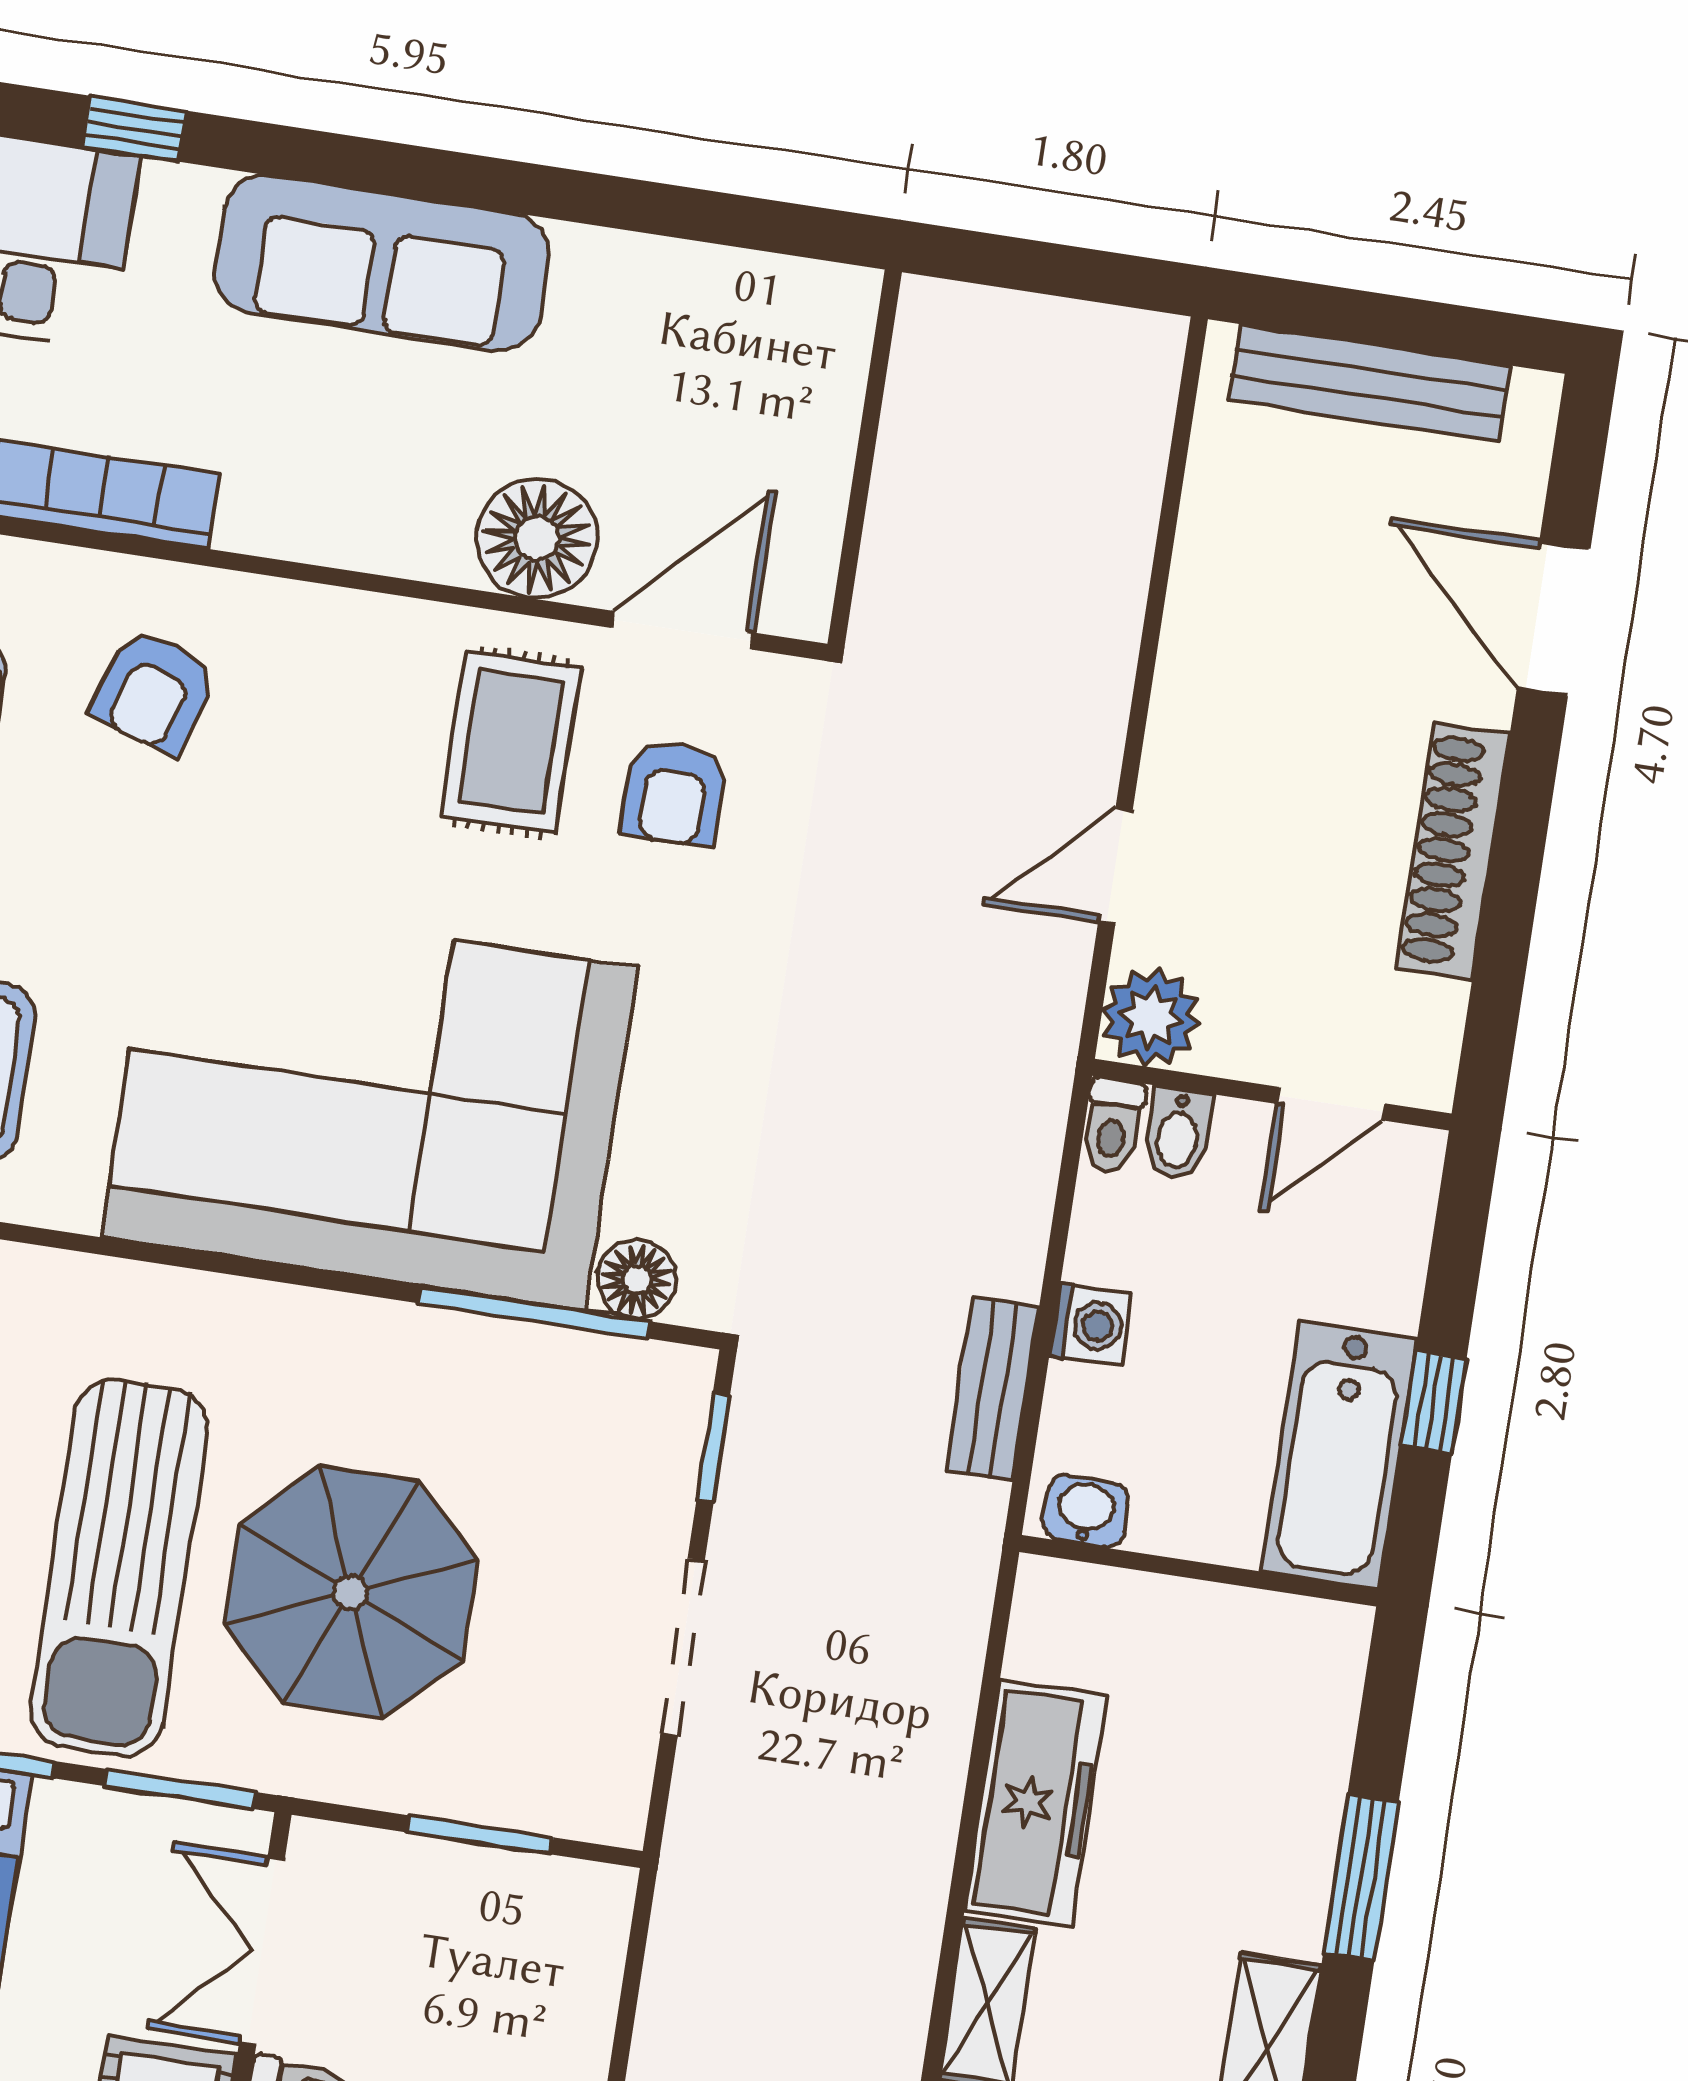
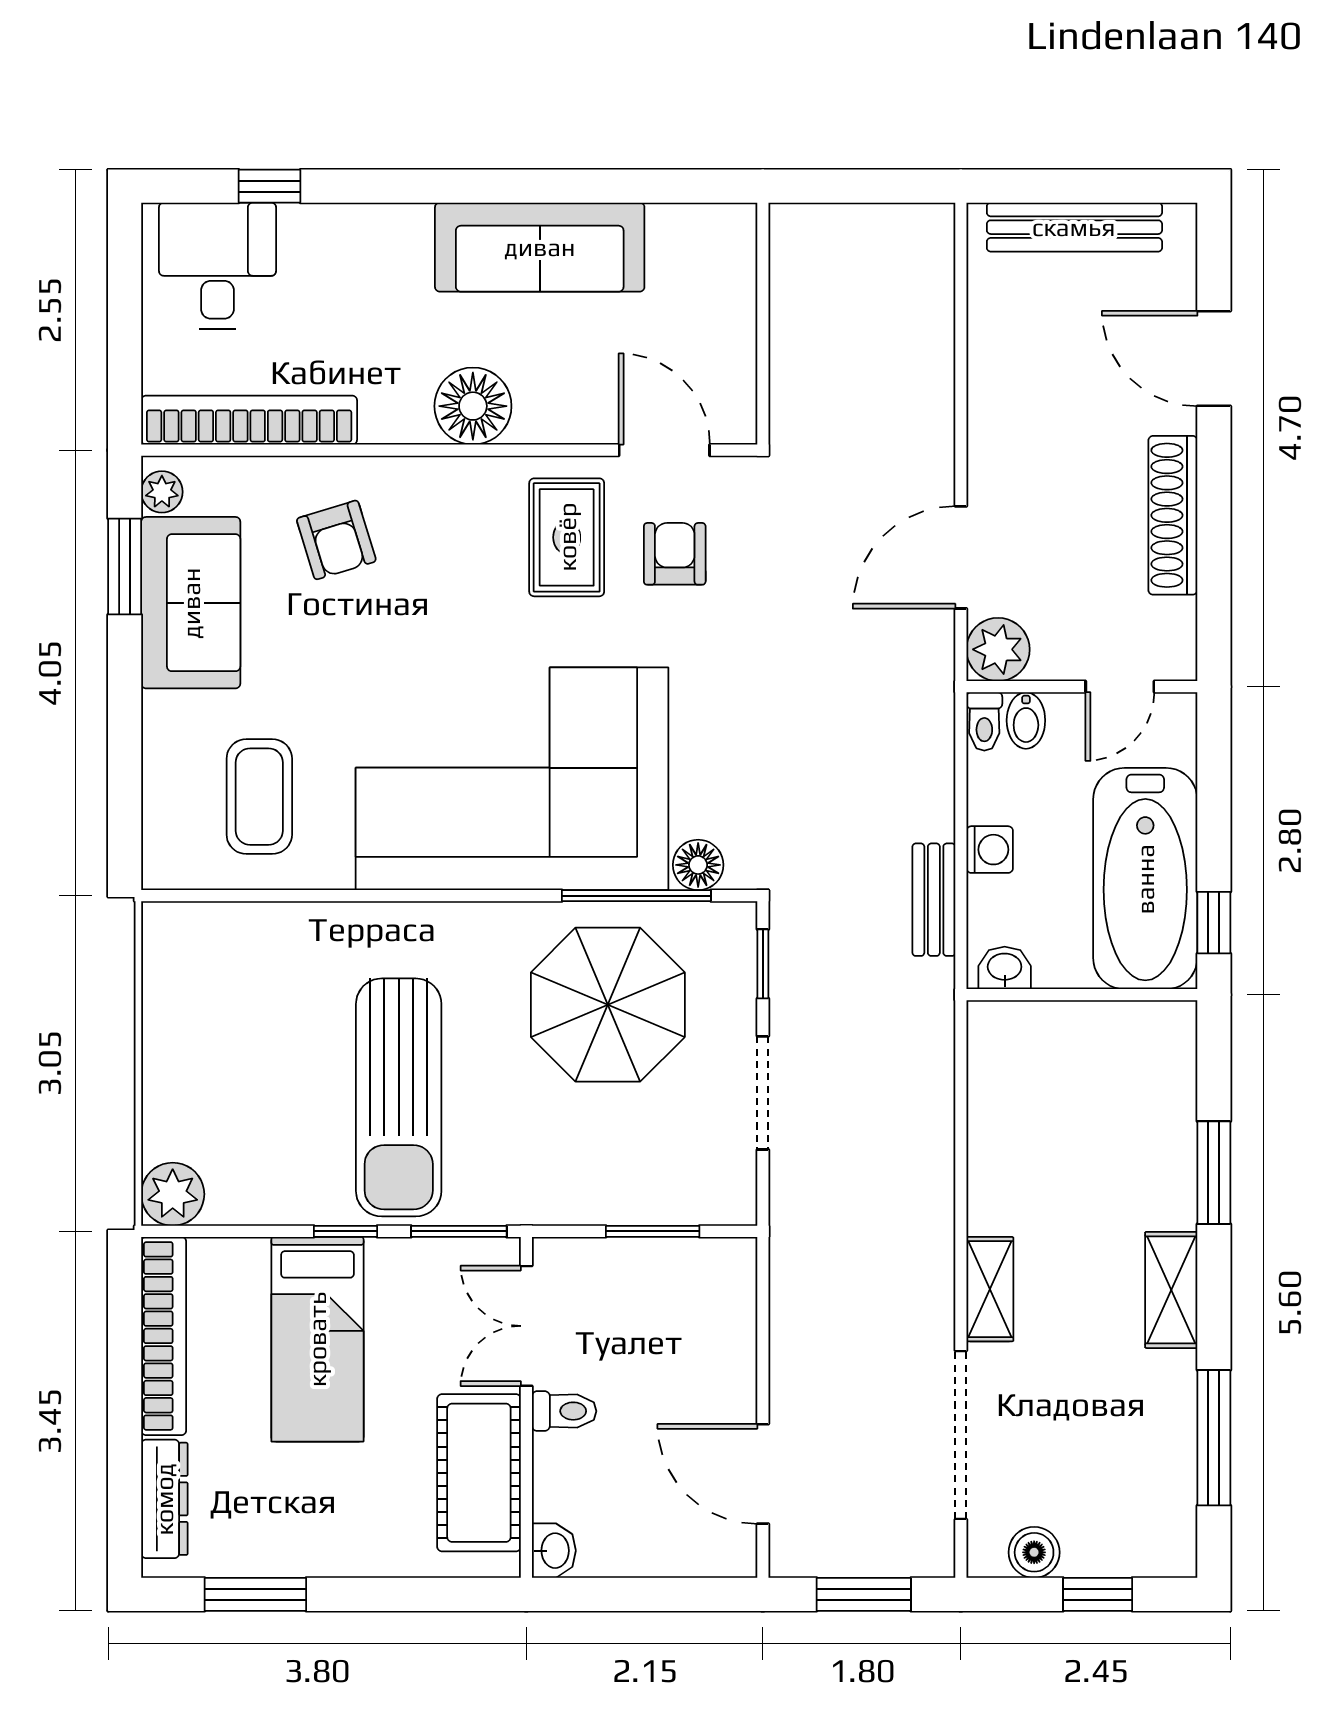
sofa: (382, 263) -> (540, 247), moved
floor lamp: (537, 538) -> (473, 406), moved
door: (682, 630) -> (664, 450), hinge flipped
armchair: (154, 691) -> (336, 540), turned -35
armchair: (674, 793) -> (675, 554), turned 180
door: (1115, 866) -> (961, 557), width x1.38
window: (1434, 1403) -> (1214, 923), moved
bathtub: (1339, 1455) -> (1145, 879), width x1.36, depth x1.36
parasol: (351, 1592) -> (608, 1005), moved
freezer: (1036, 1803) -> (1001, 1158), removed

